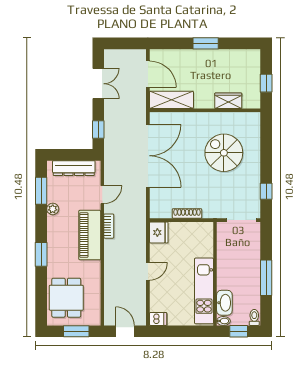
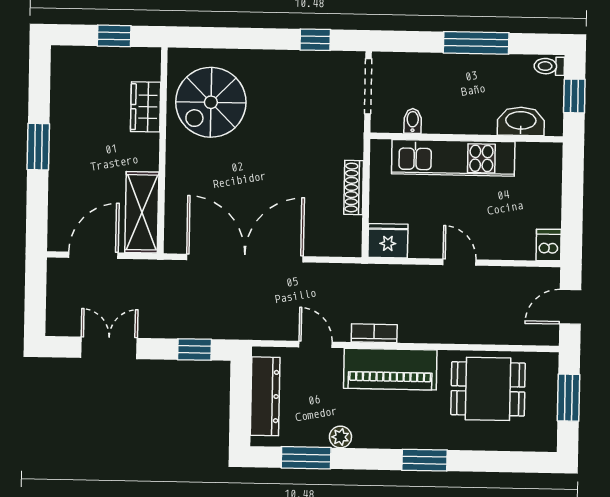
spiral stairs: (224, 153) -> (211, 102), moved
kitchen unit: (204, 291) -> (453, 158), moved
dining table: (66, 298) -> (488, 389), moved
bidet: (223, 321) -> (413, 121), moved

